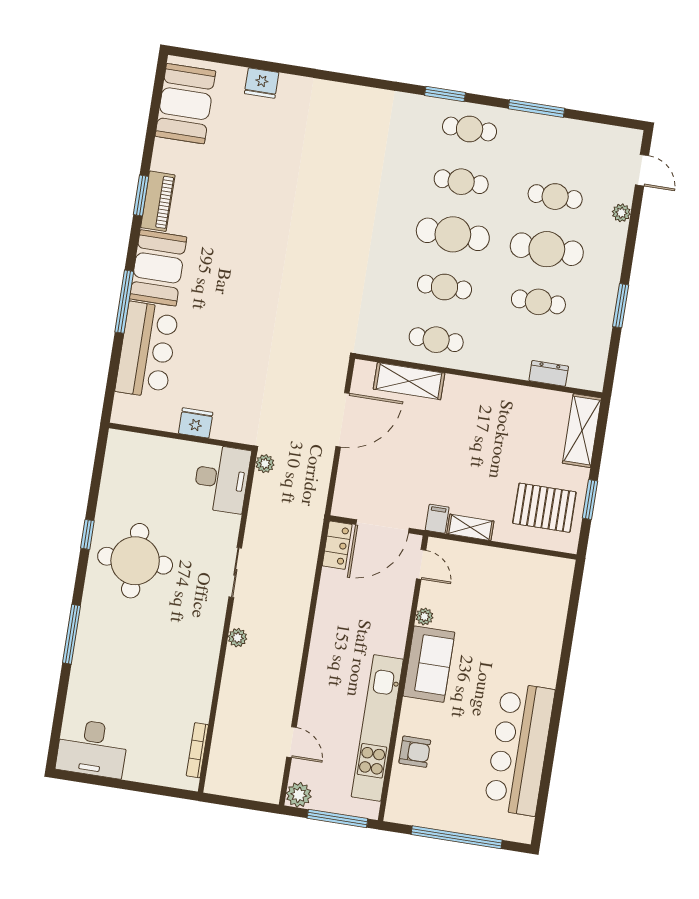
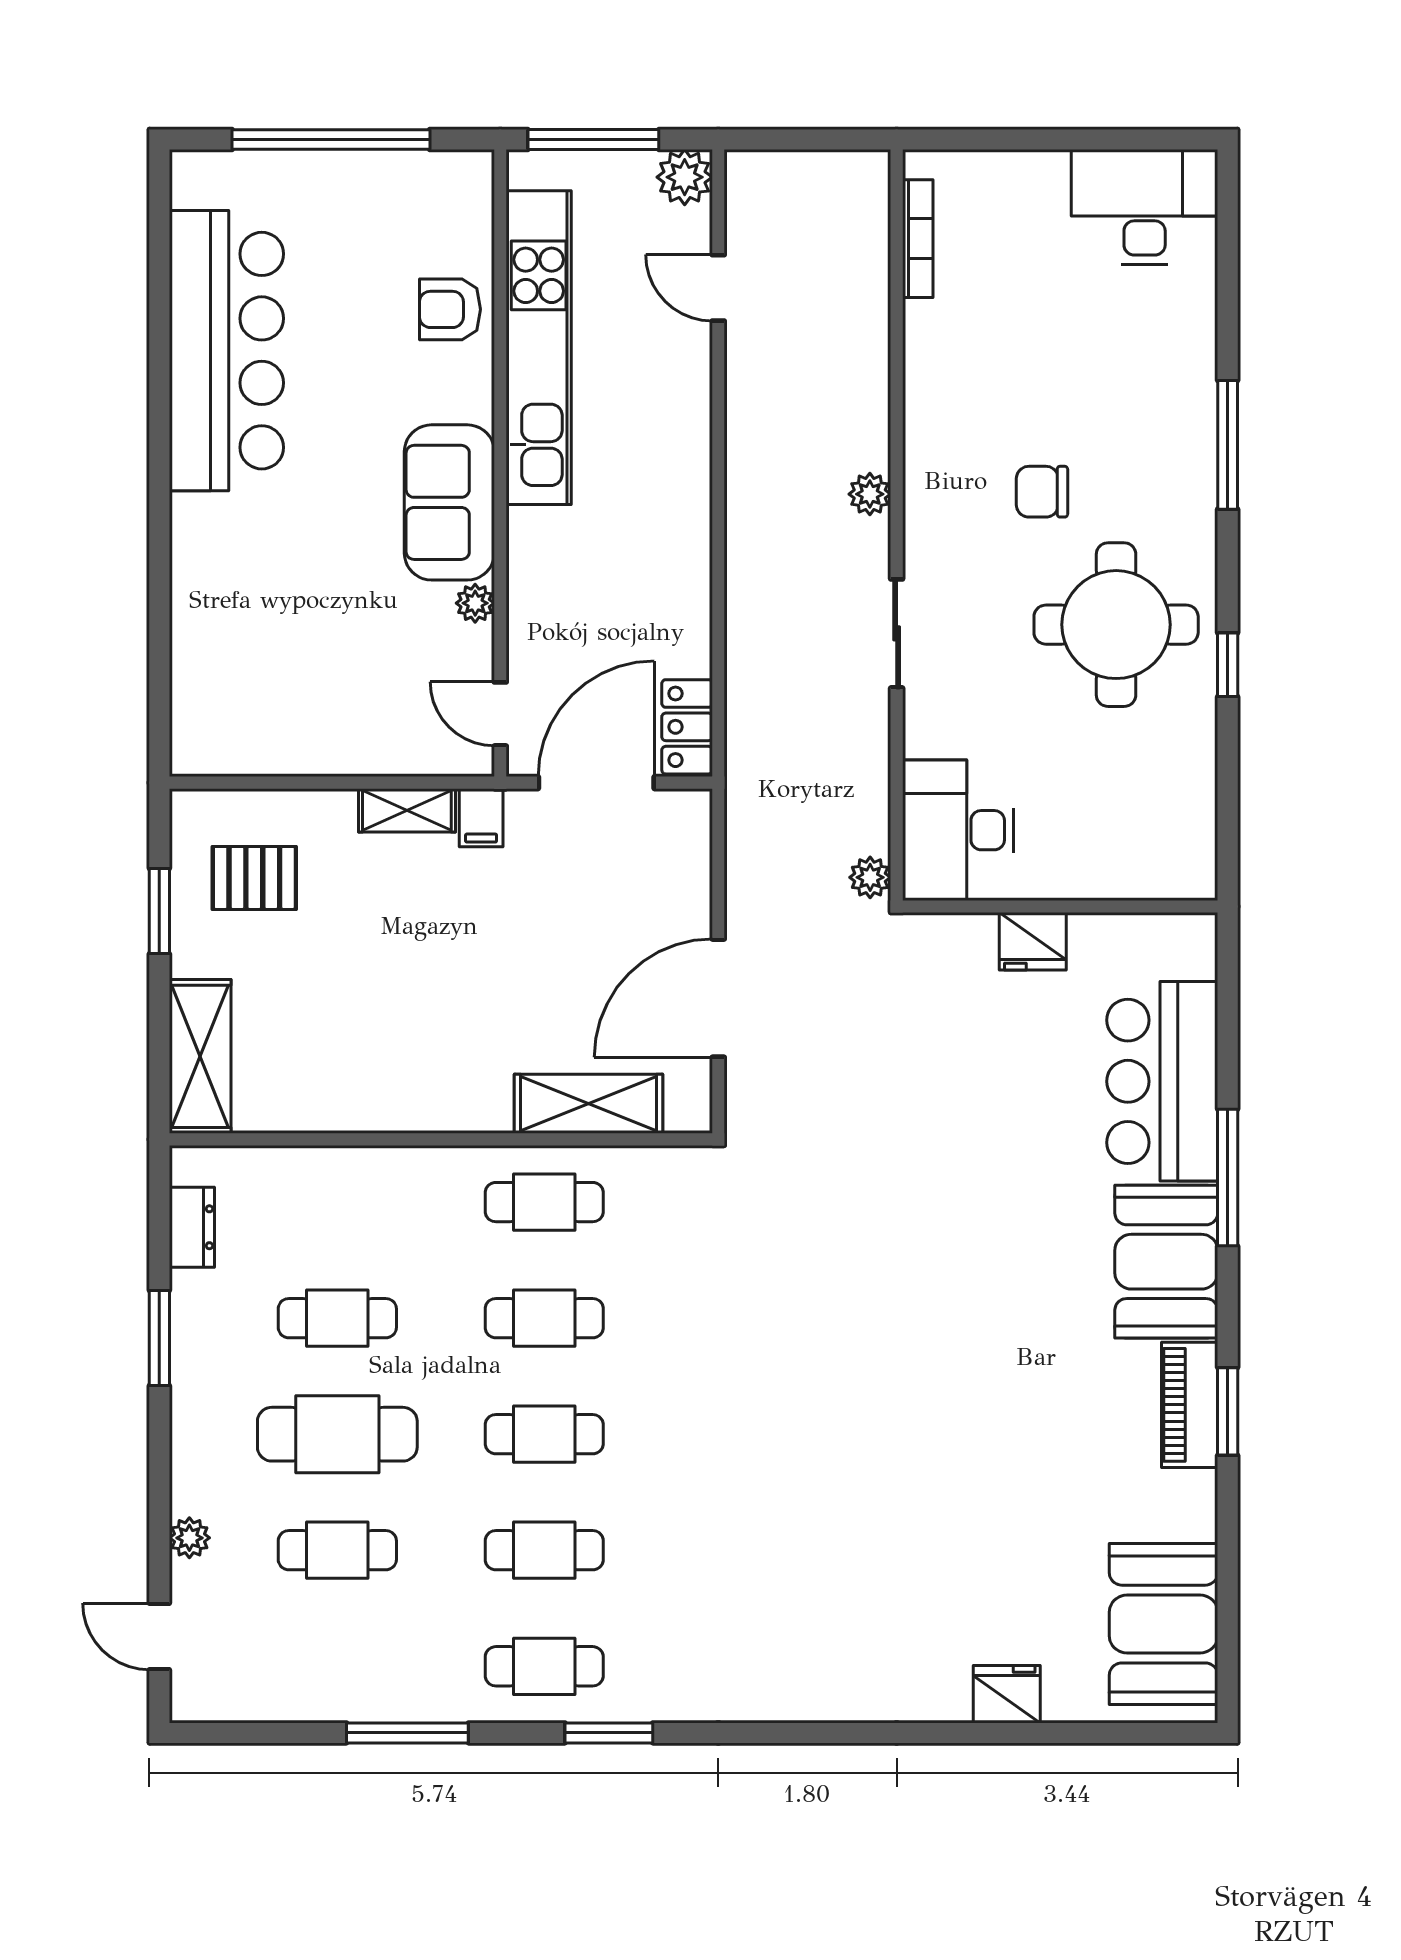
cafe table: (453, 234) -> (544, 1434), width x0.73, depth x0.74
dresser: (549, 373) -> (192, 1227), moved, turned -90
pallet: (544, 508) -> (254, 878), width x0.67, depth x0.71
chair: (159, 626) -> (1042, 492), added

